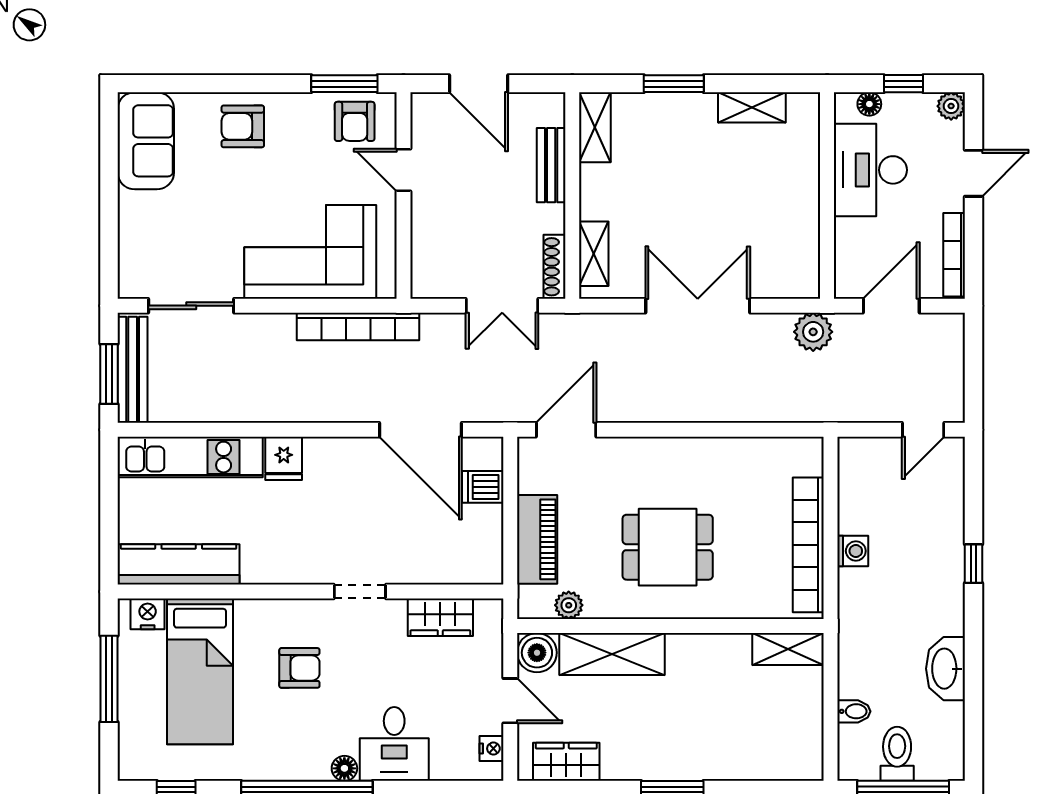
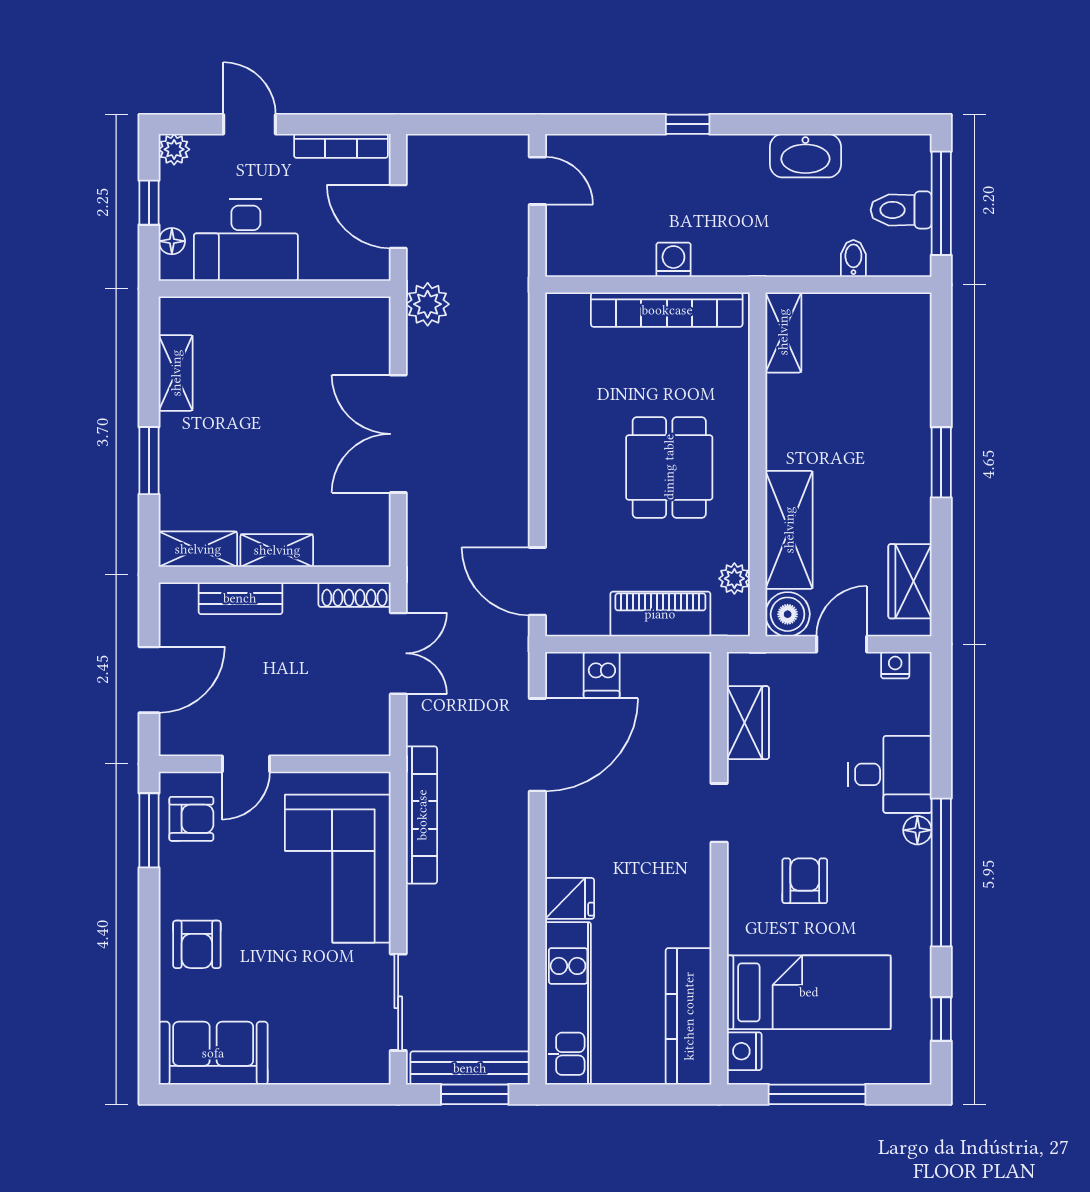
shelving: (594, 254) -> (277, 550), moved

